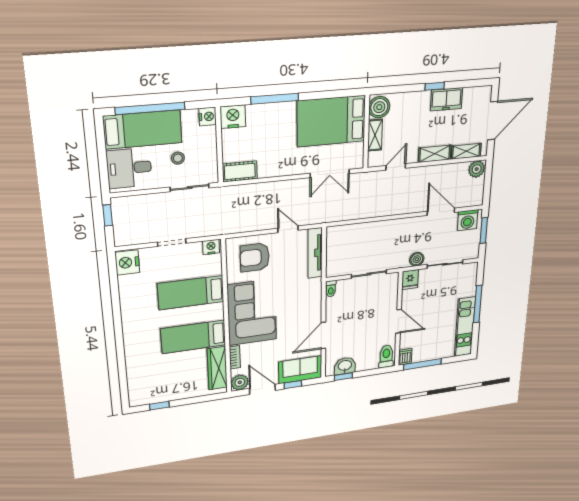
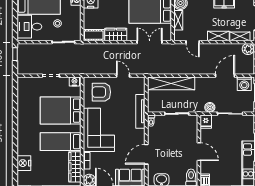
wardrobe: (276, 167) -> (116, 35), added
door: (396, 167) -> (193, 42), swing flipped
double door: (330, 173) -> (150, 42), swing flipped
door: (441, 212) -> (225, 76), hinge flipped
shelving: (362, 232) -> (171, 83), added
tv unit: (315, 253) -> (140, 111), moved
nightstand: (127, 262) -> (24, 163), moved
bed: (191, 293) -> (61, 111), width x1.50

